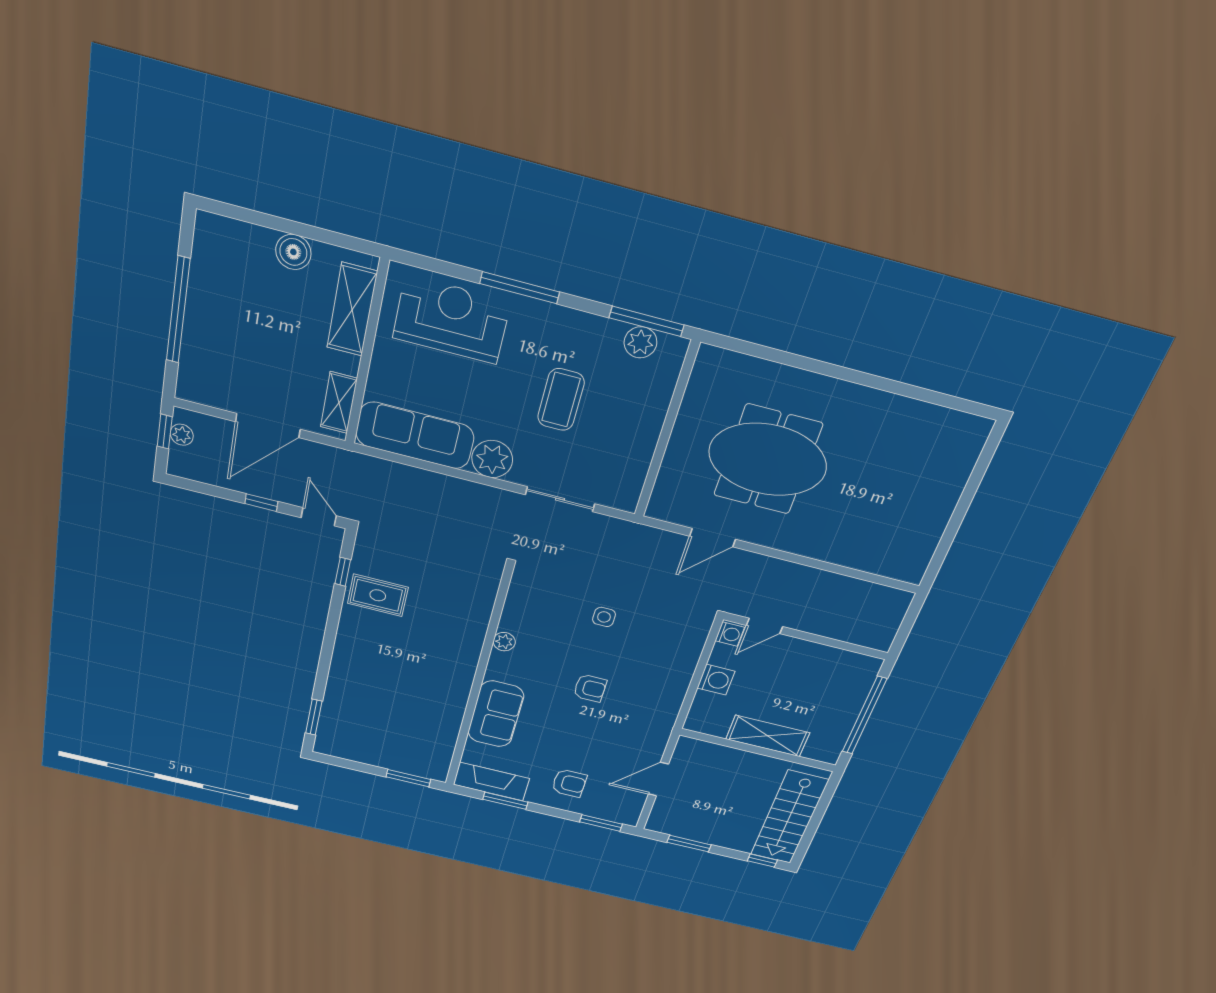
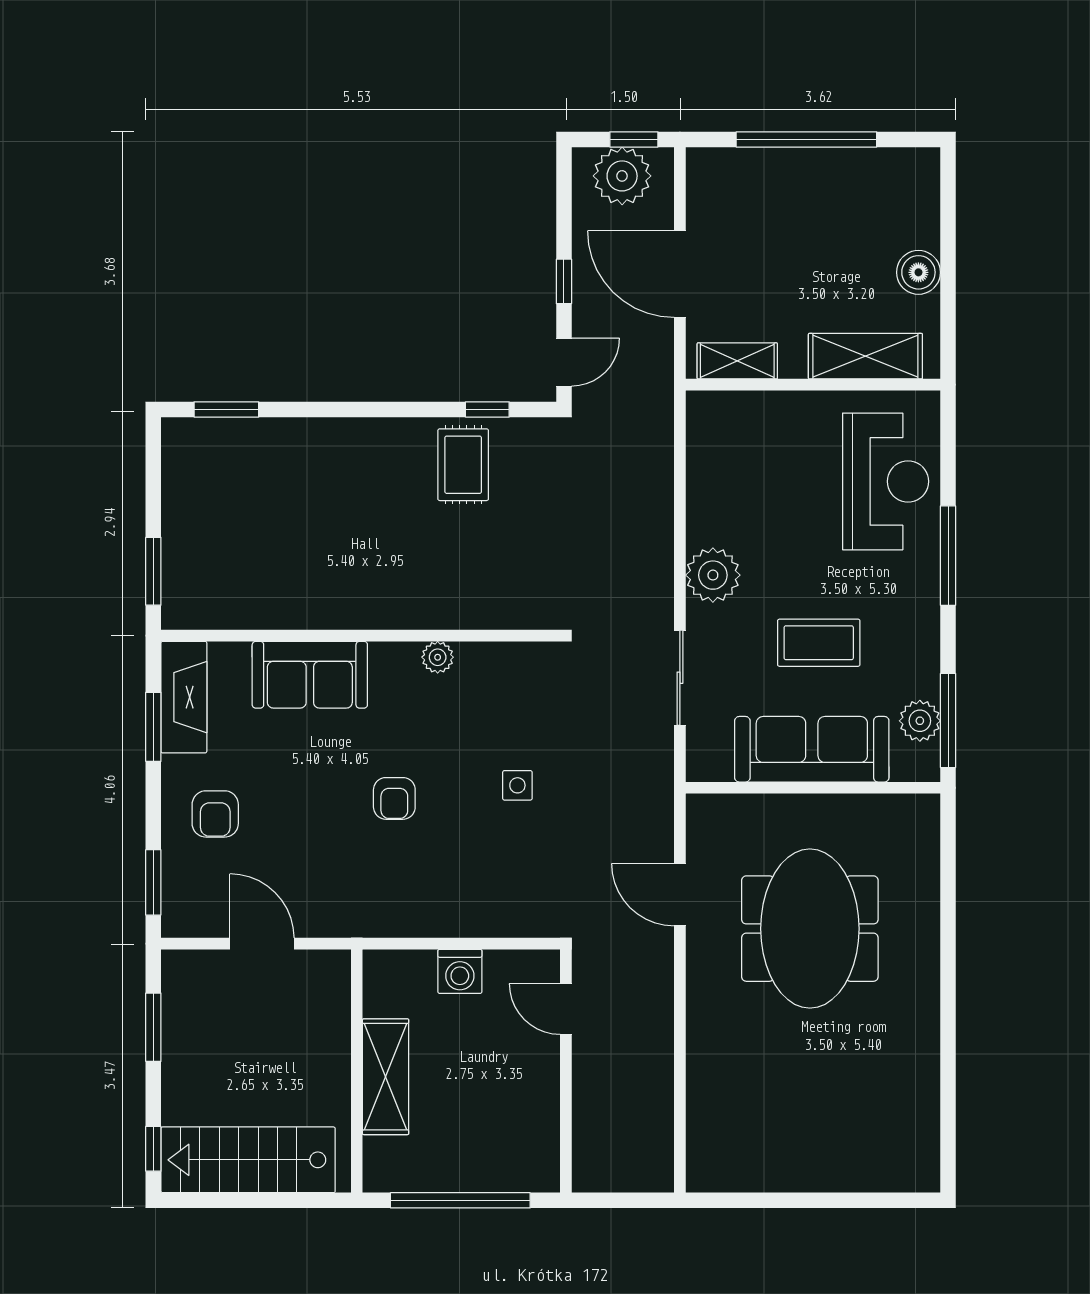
plant: (182, 435) -> (622, 176), width x1.88, depth x1.88
sofa: (415, 435) -> (812, 749), moved, turned -90
washing machine: (730, 634) -> (540, 966), removed

